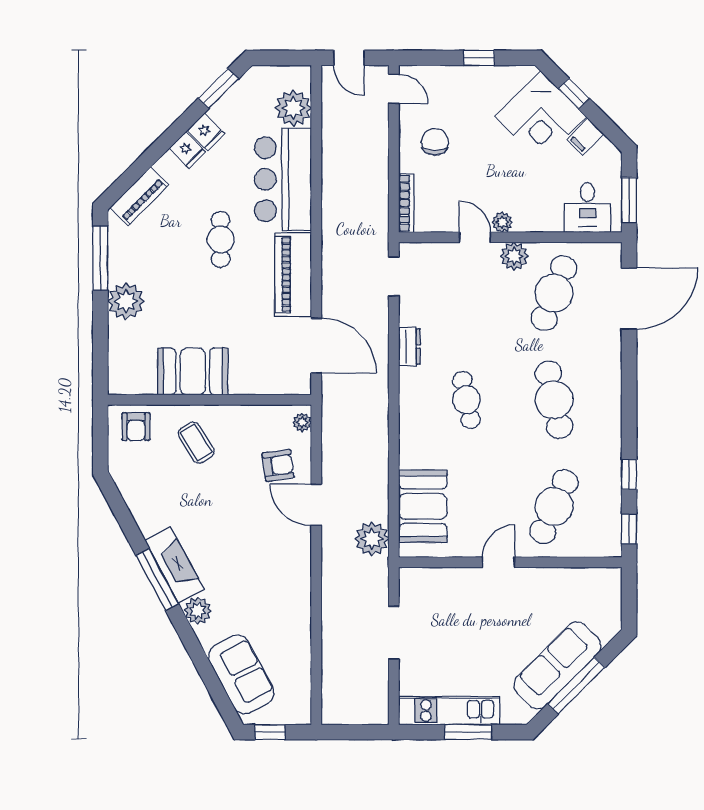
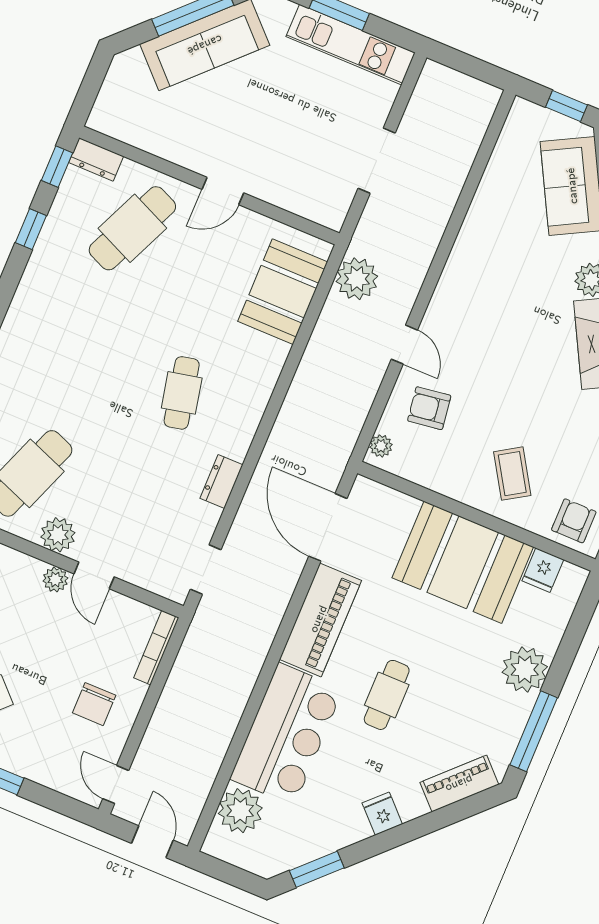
fridge: (206, 132) -> (543, 570), moved, turned -135
booth: (193, 371) -> (463, 562), width x1.36, depth x1.42
cafe table: (554, 400) -> (81, 351), removed
door: (316, 505) -> (404, 345), width x0.73
dresser: (602, 547) -> (96, 159), added

